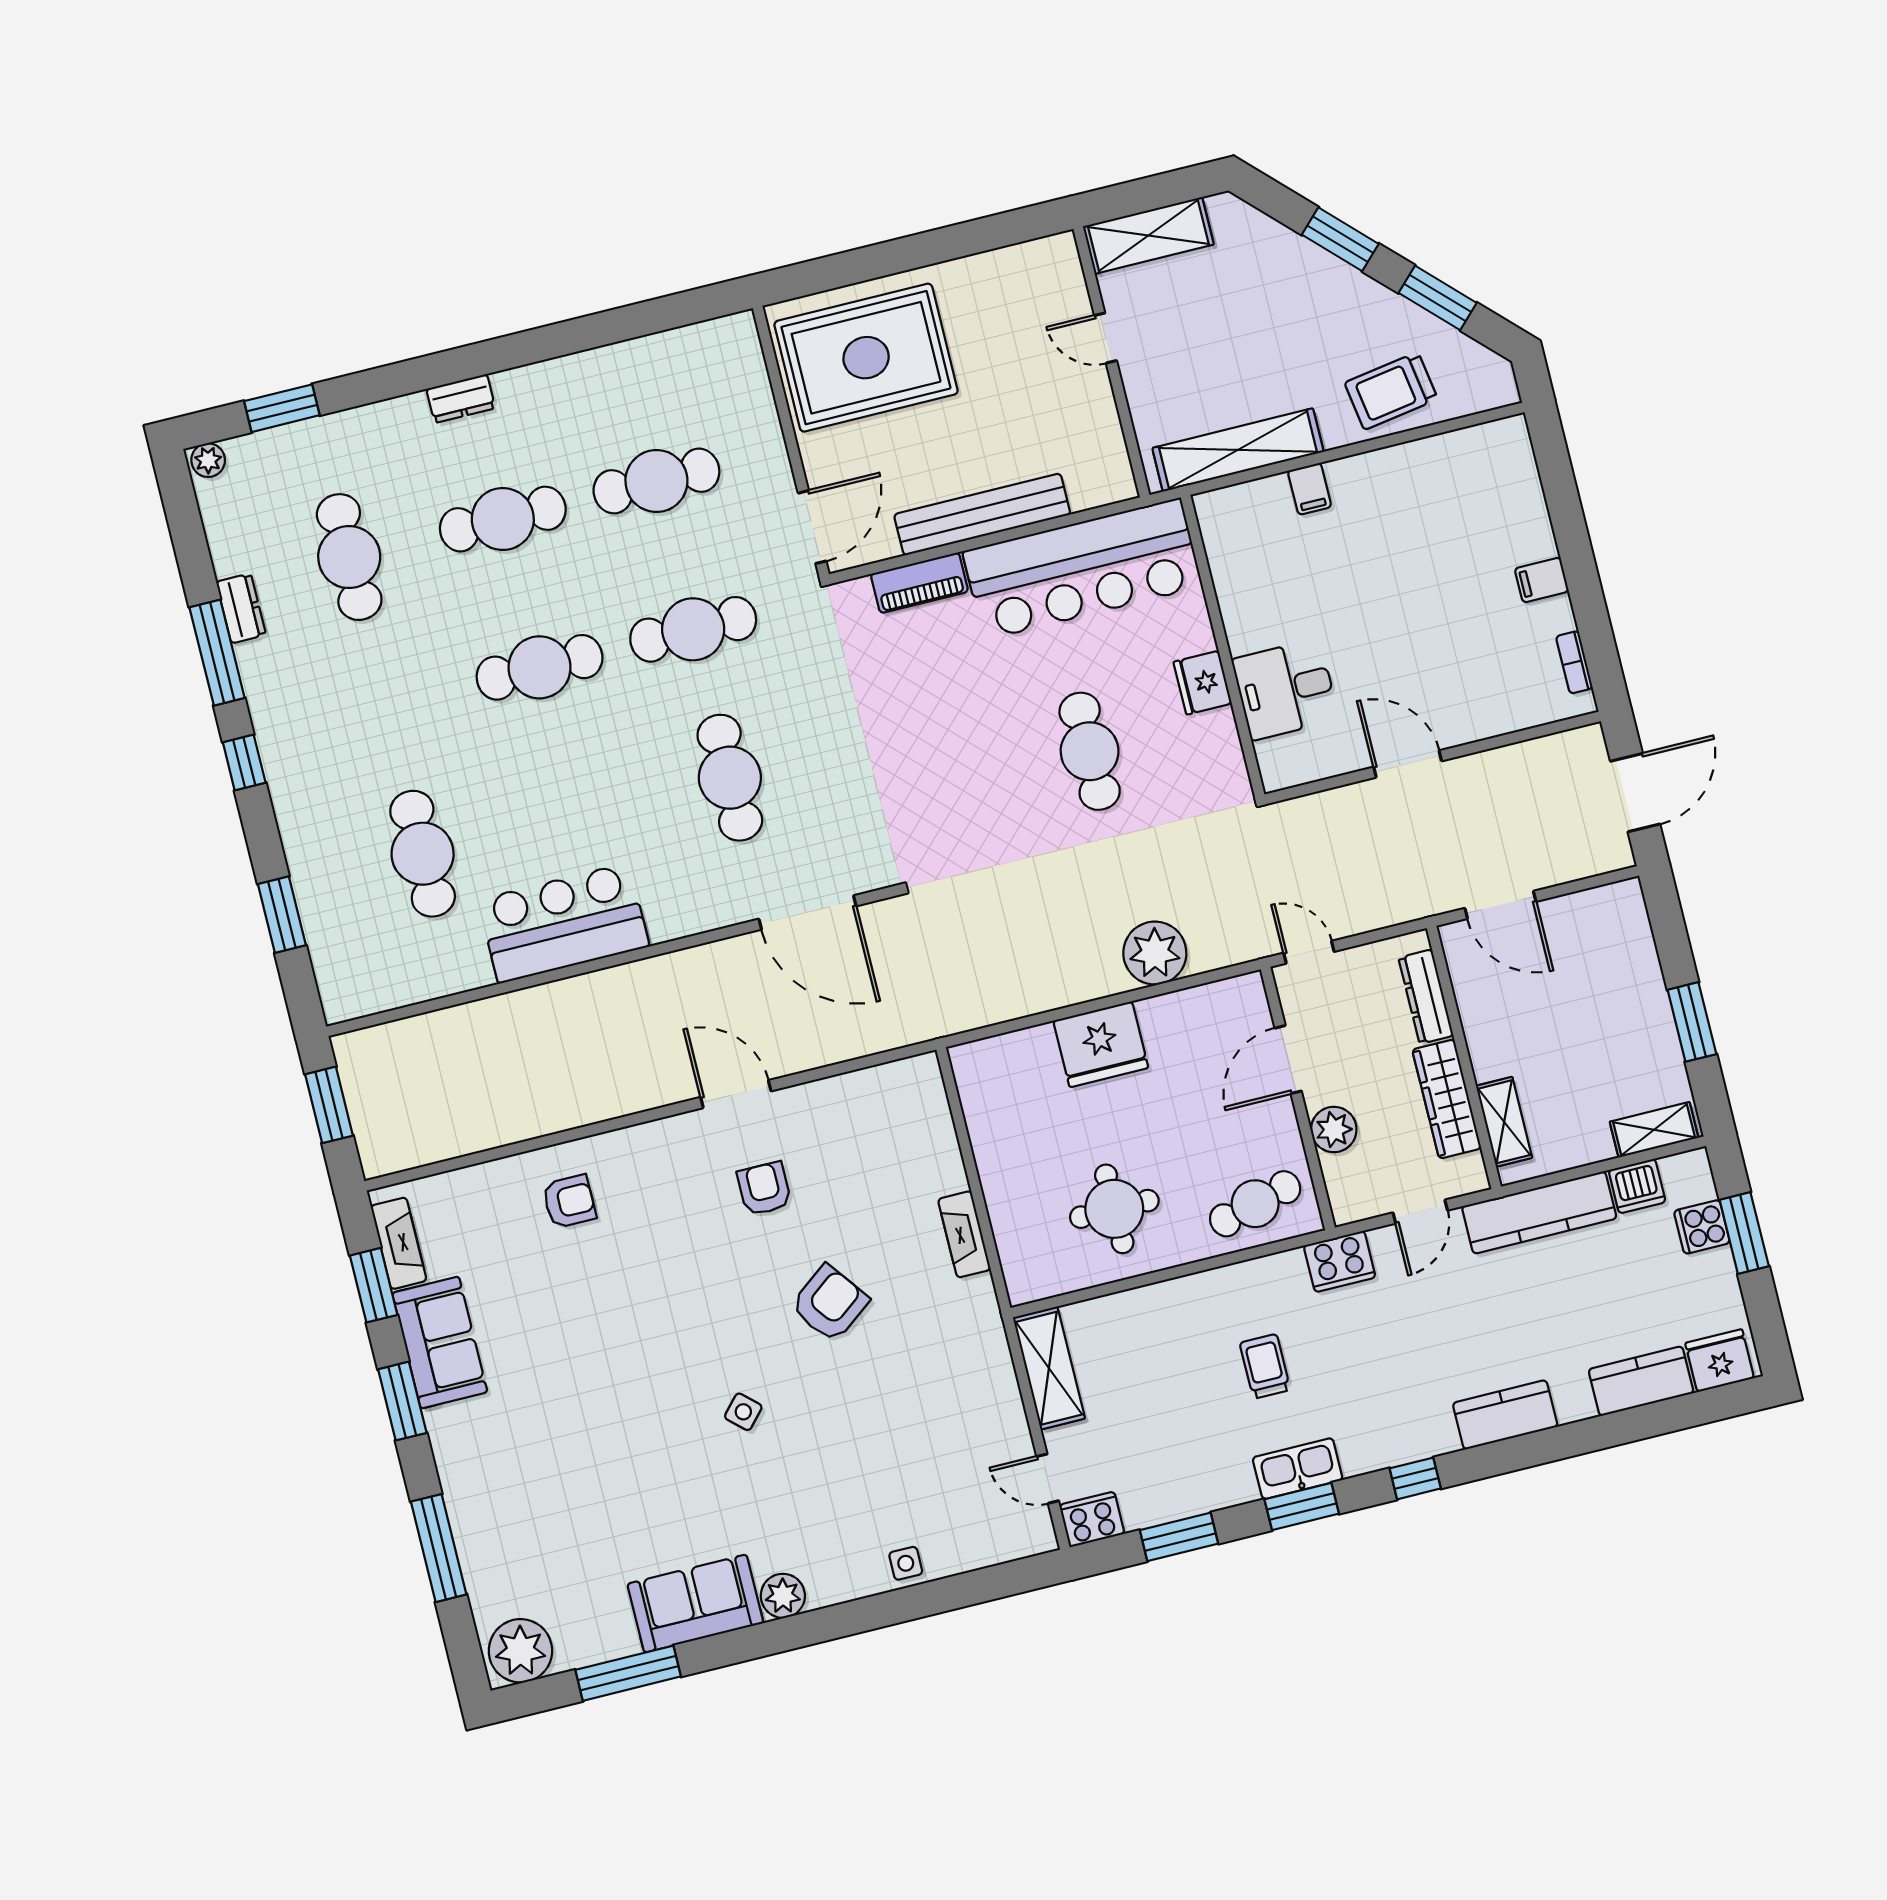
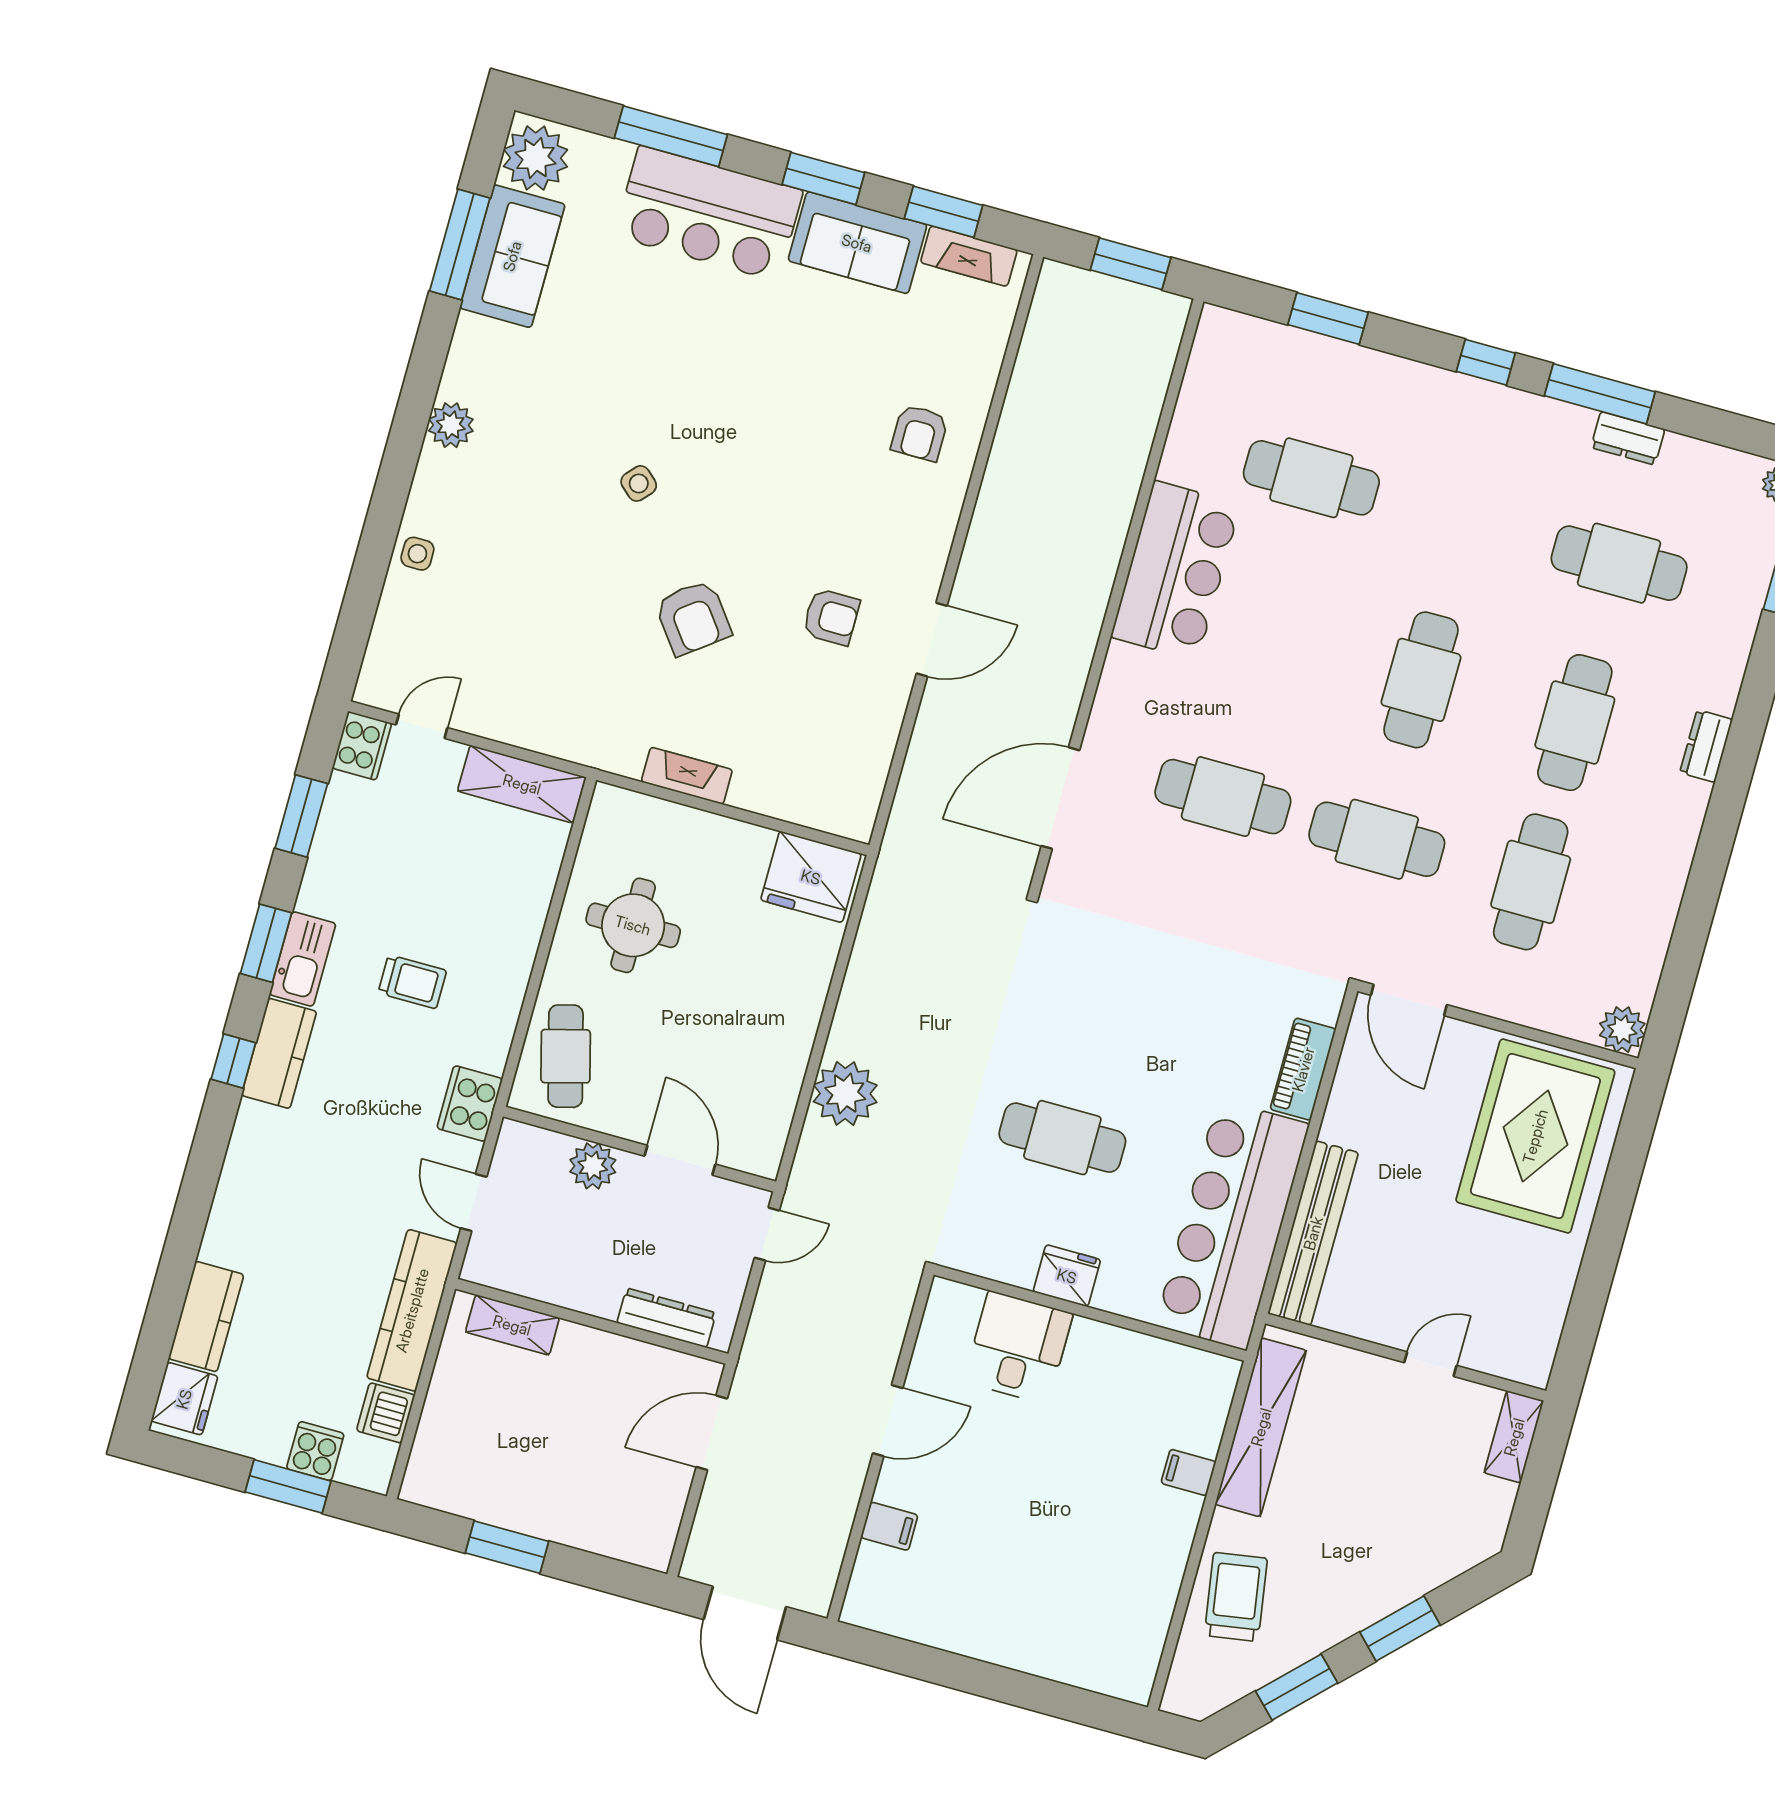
shelving: (1148, 235) -> (1514, 1437), width x0.67, depth x0.75
plant: (737, 335) -> (1622, 1030), added
bench: (982, 514) -> (1313, 1233), moved
filing cabinet: (1542, 580) -> (889, 1526), moved, turned 90
cafe table: (693, 629) -> (1377, 839), turned 90
bookcase: (1574, 662) -> (895, 1624), removed
fridge: (1101, 1044) -> (811, 877), moved, turned -90
wardrobe: (1447, 1099) -> (563, 1284), removed
shelving: (1654, 1130) -> (428, 1457), removed
kitchen counter: (1505, 1415) -> (279, 1053), moved
bar counter: (485, 1480) -> (709, 213), added
sofa: (695, 1603) -> (512, 256), moved

